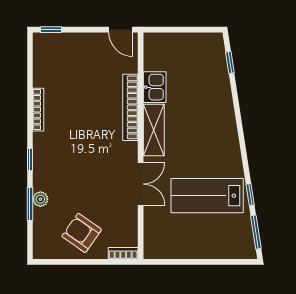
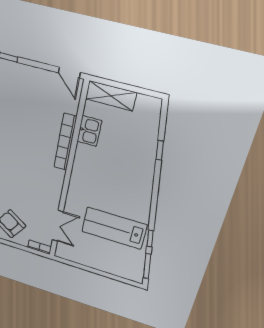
window: (230, 62) -> (160, 150), moved
shelving: (154, 130) -> (111, 96), moved, turned 90
double door: (141, 184) -> (58, 226), moved

